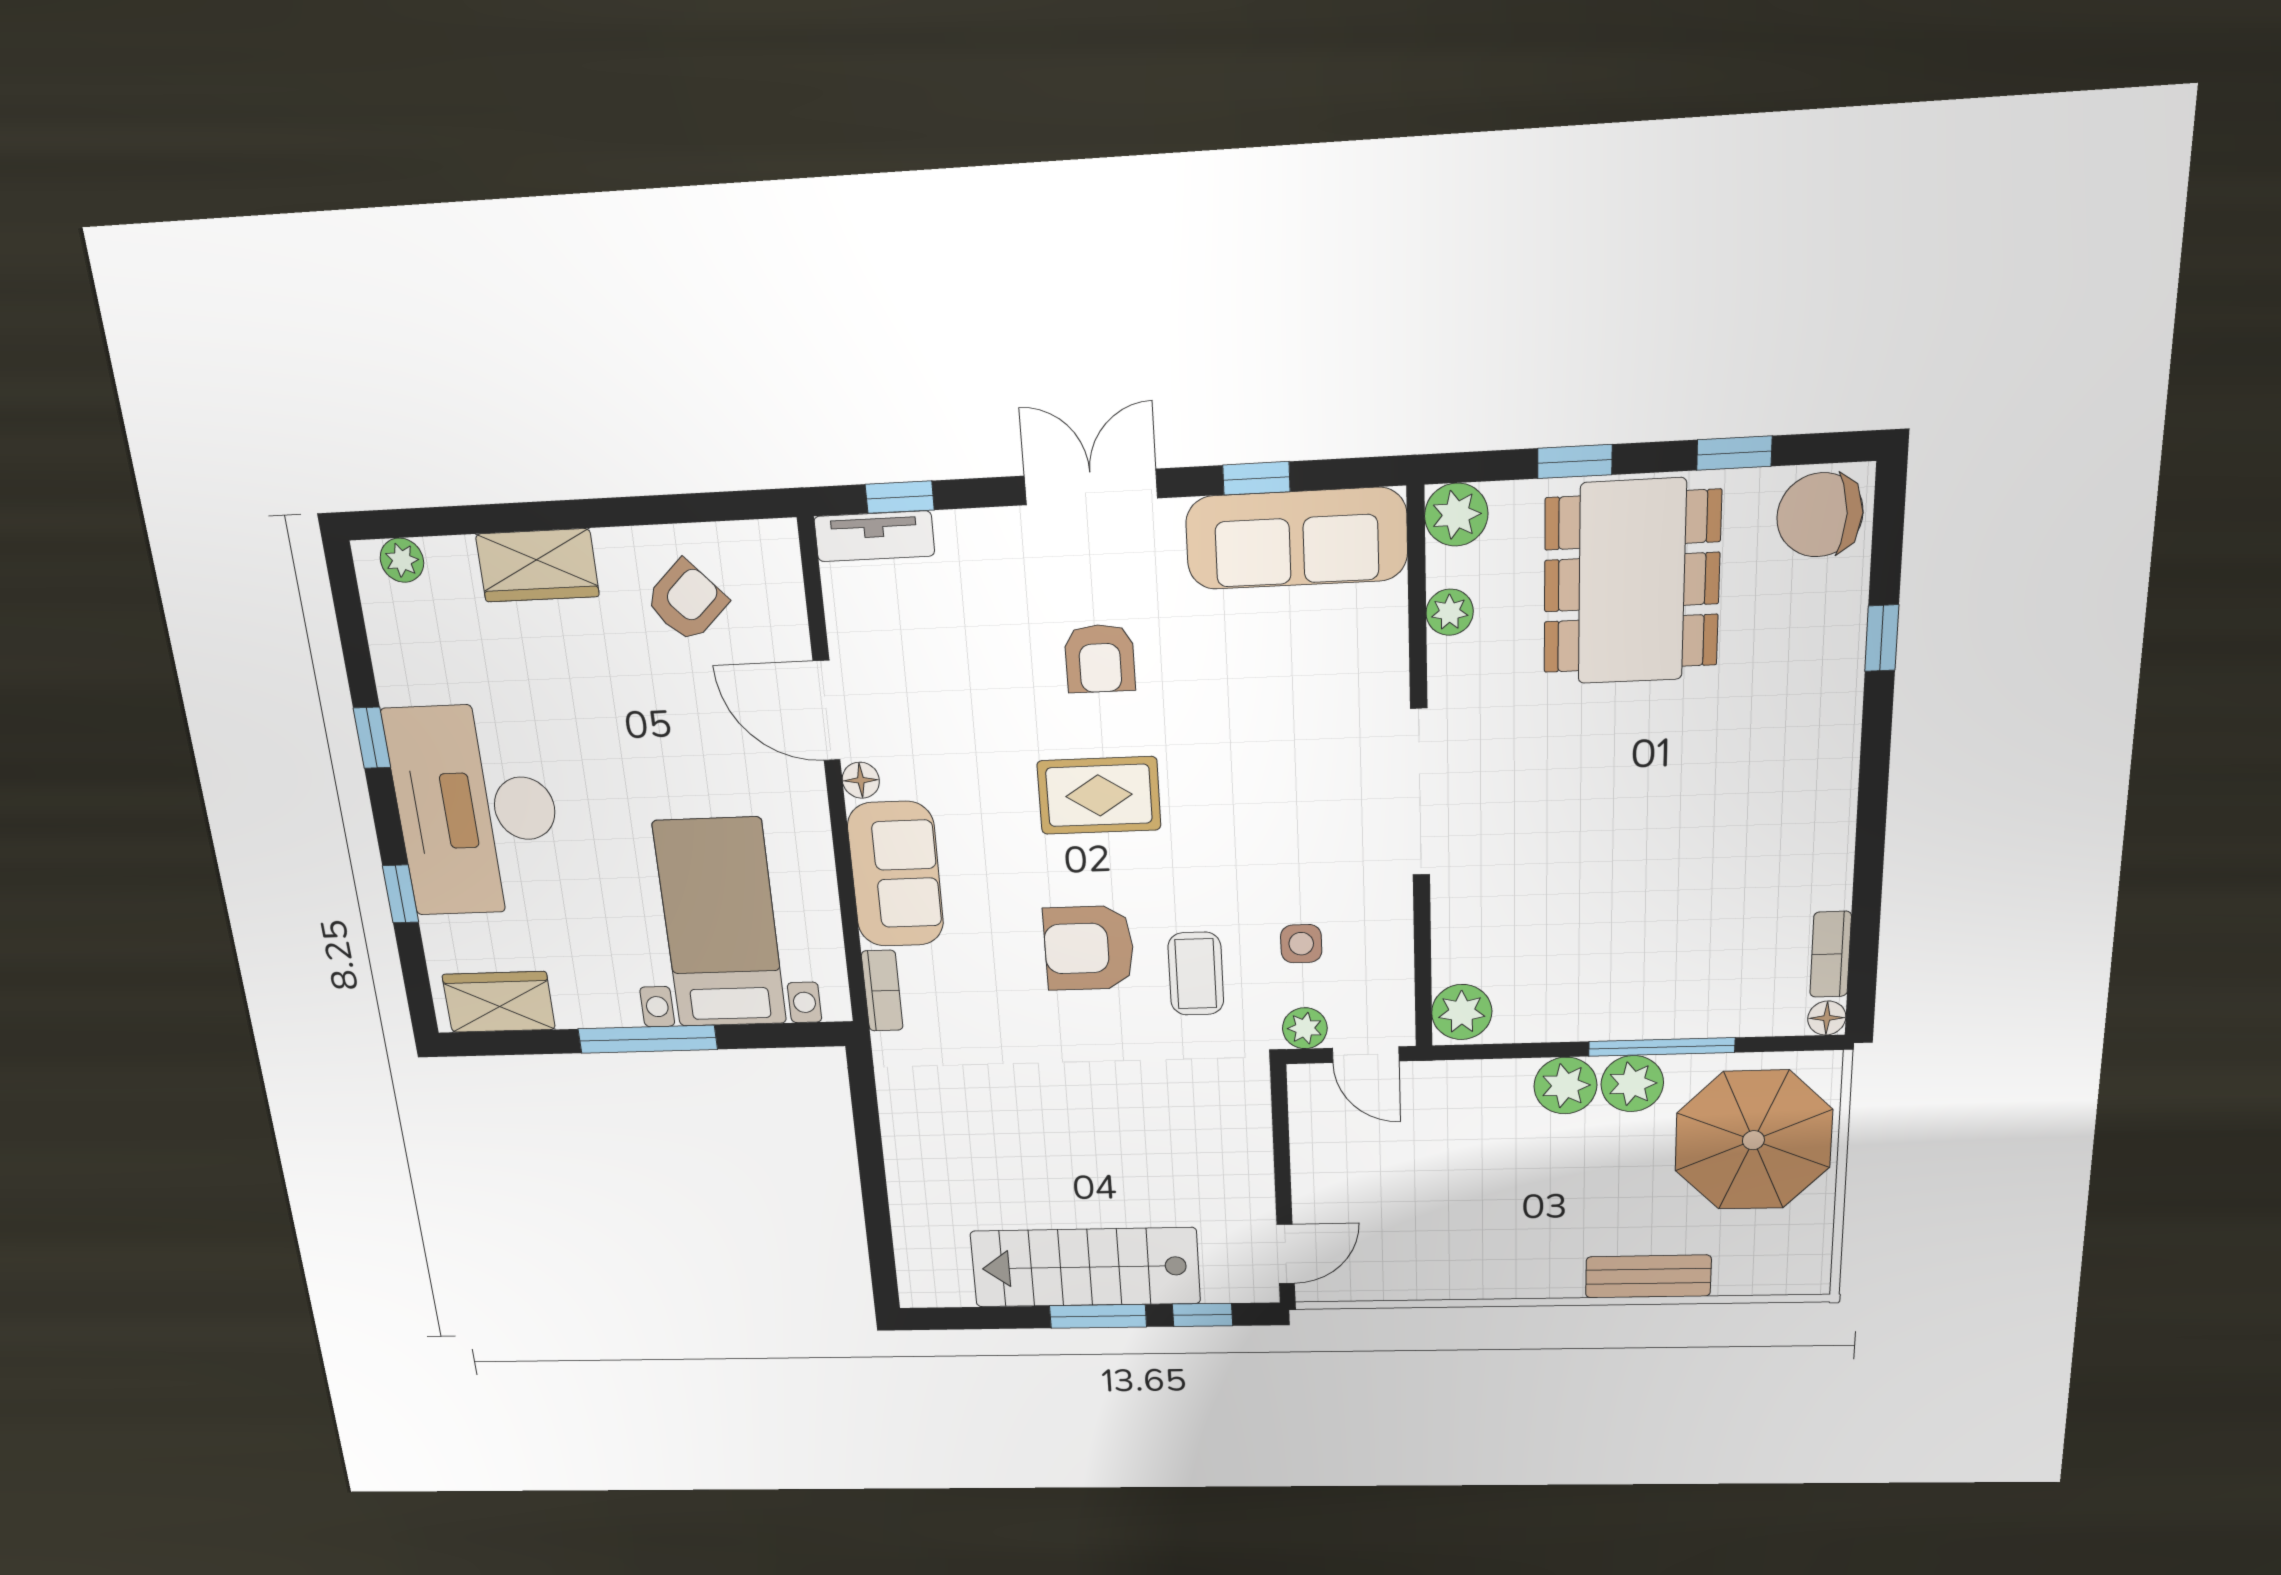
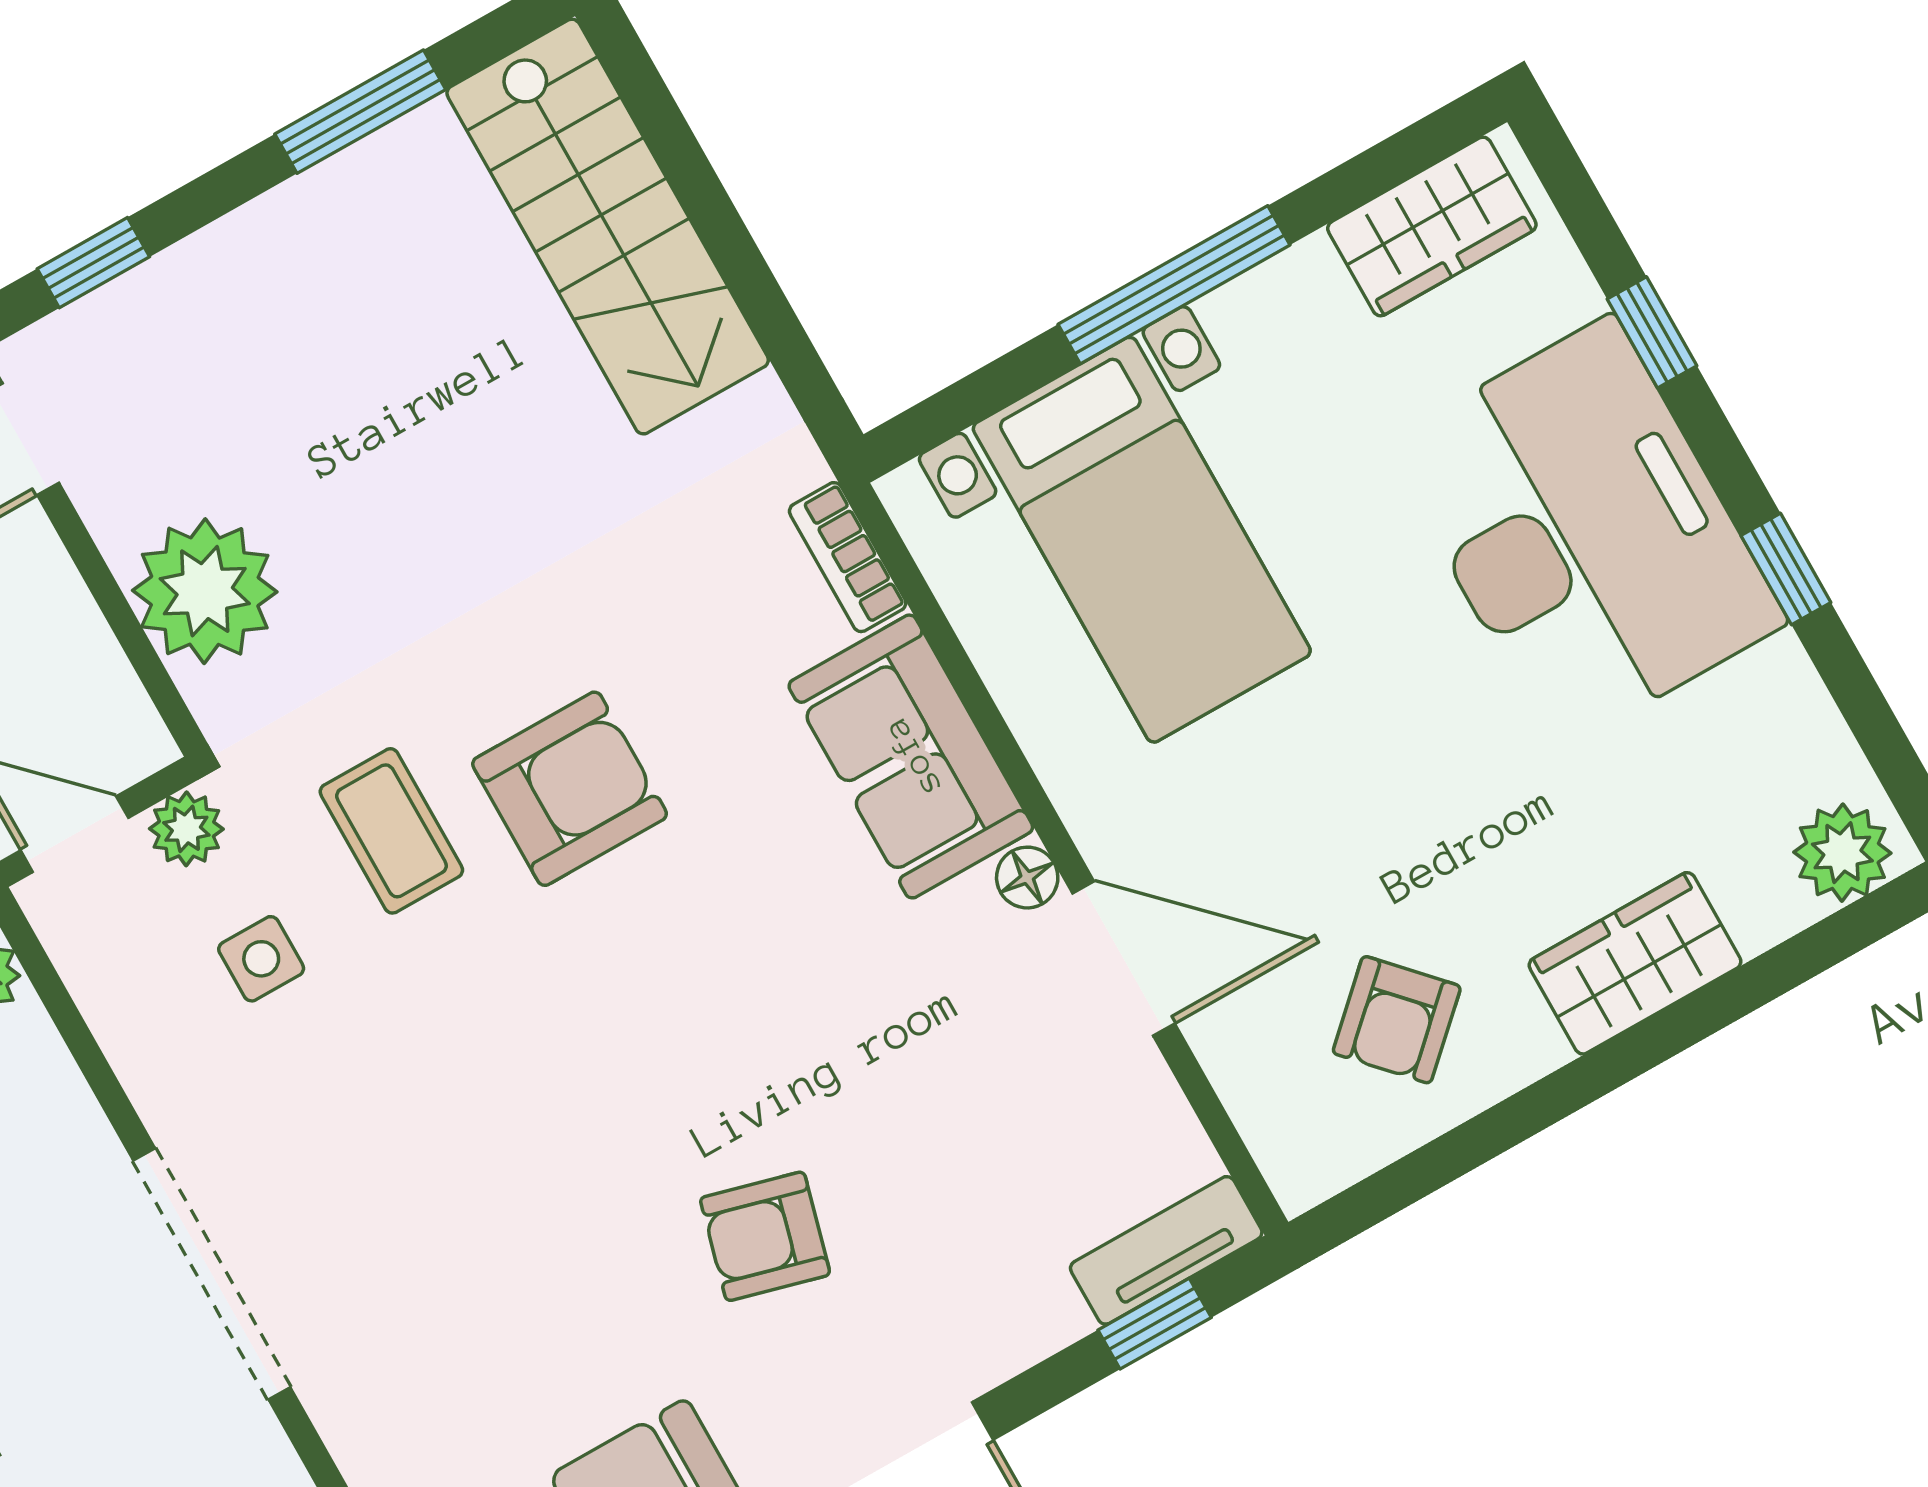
plant: (402, 560) -> (1842, 853), width x1.38, depth x1.38
armchair: (1100, 658) -> (765, 1236), turned -75
rug: (1099, 795) -> (669, 1033), removed
plant: (1231, 1138) -> (205, 591), added
stairs: (1085, 1267) -> (608, 227), moved, turned 90
window: (1098, 1316) -> (360, 112), moved

